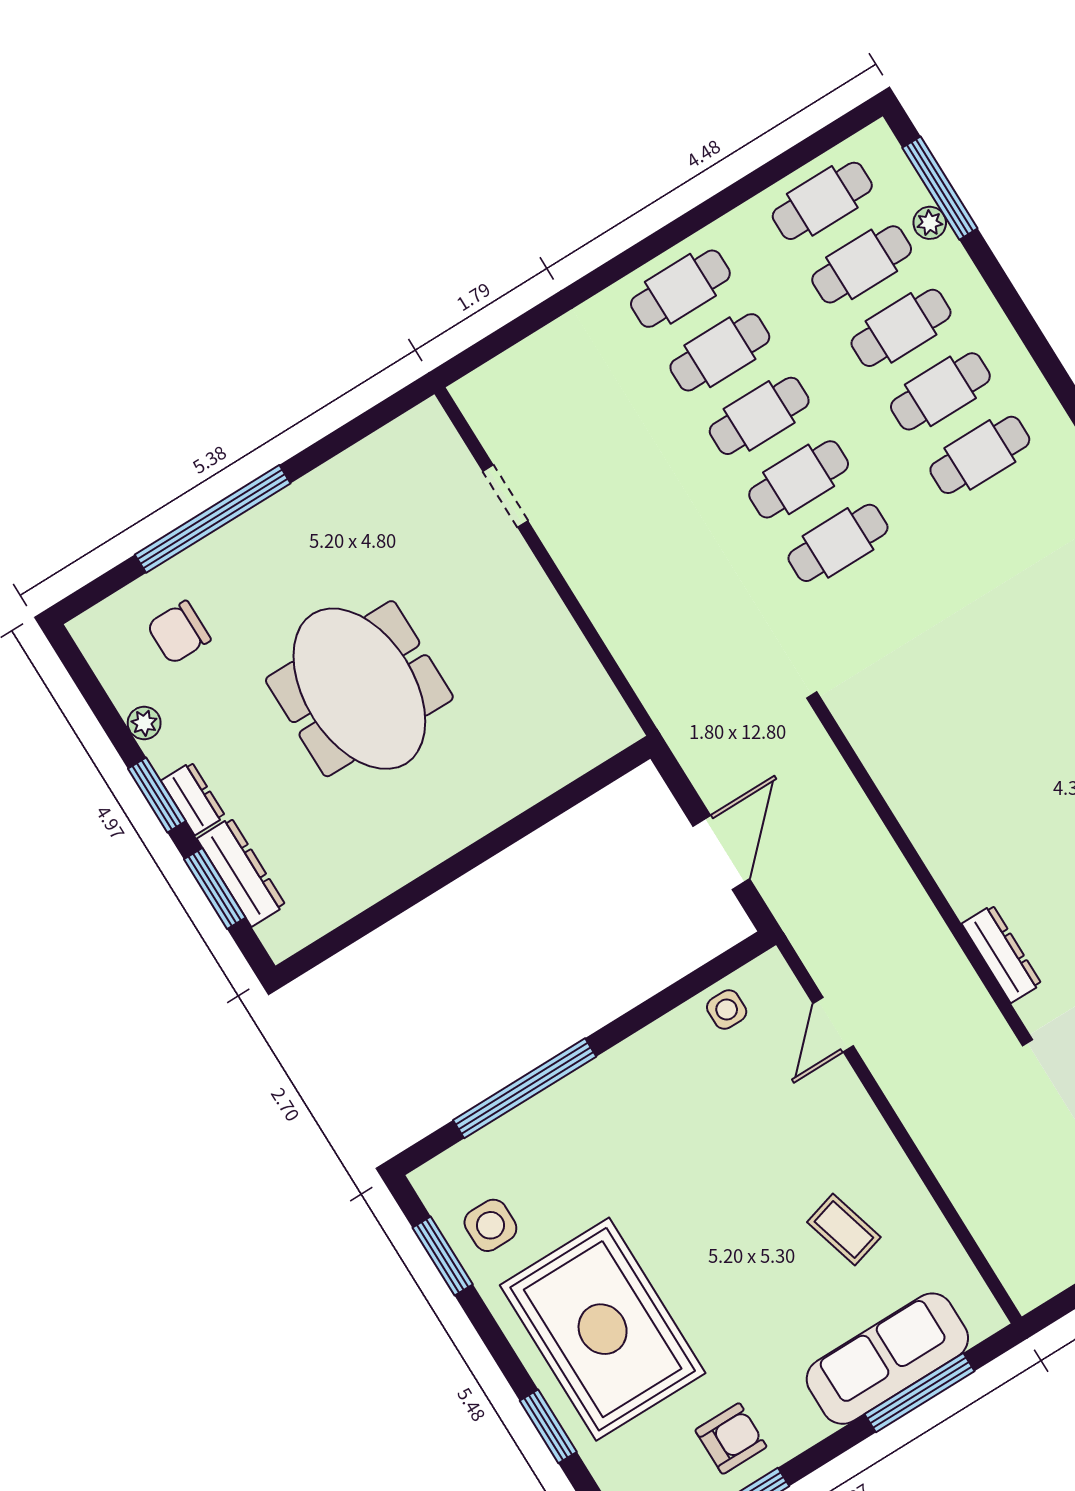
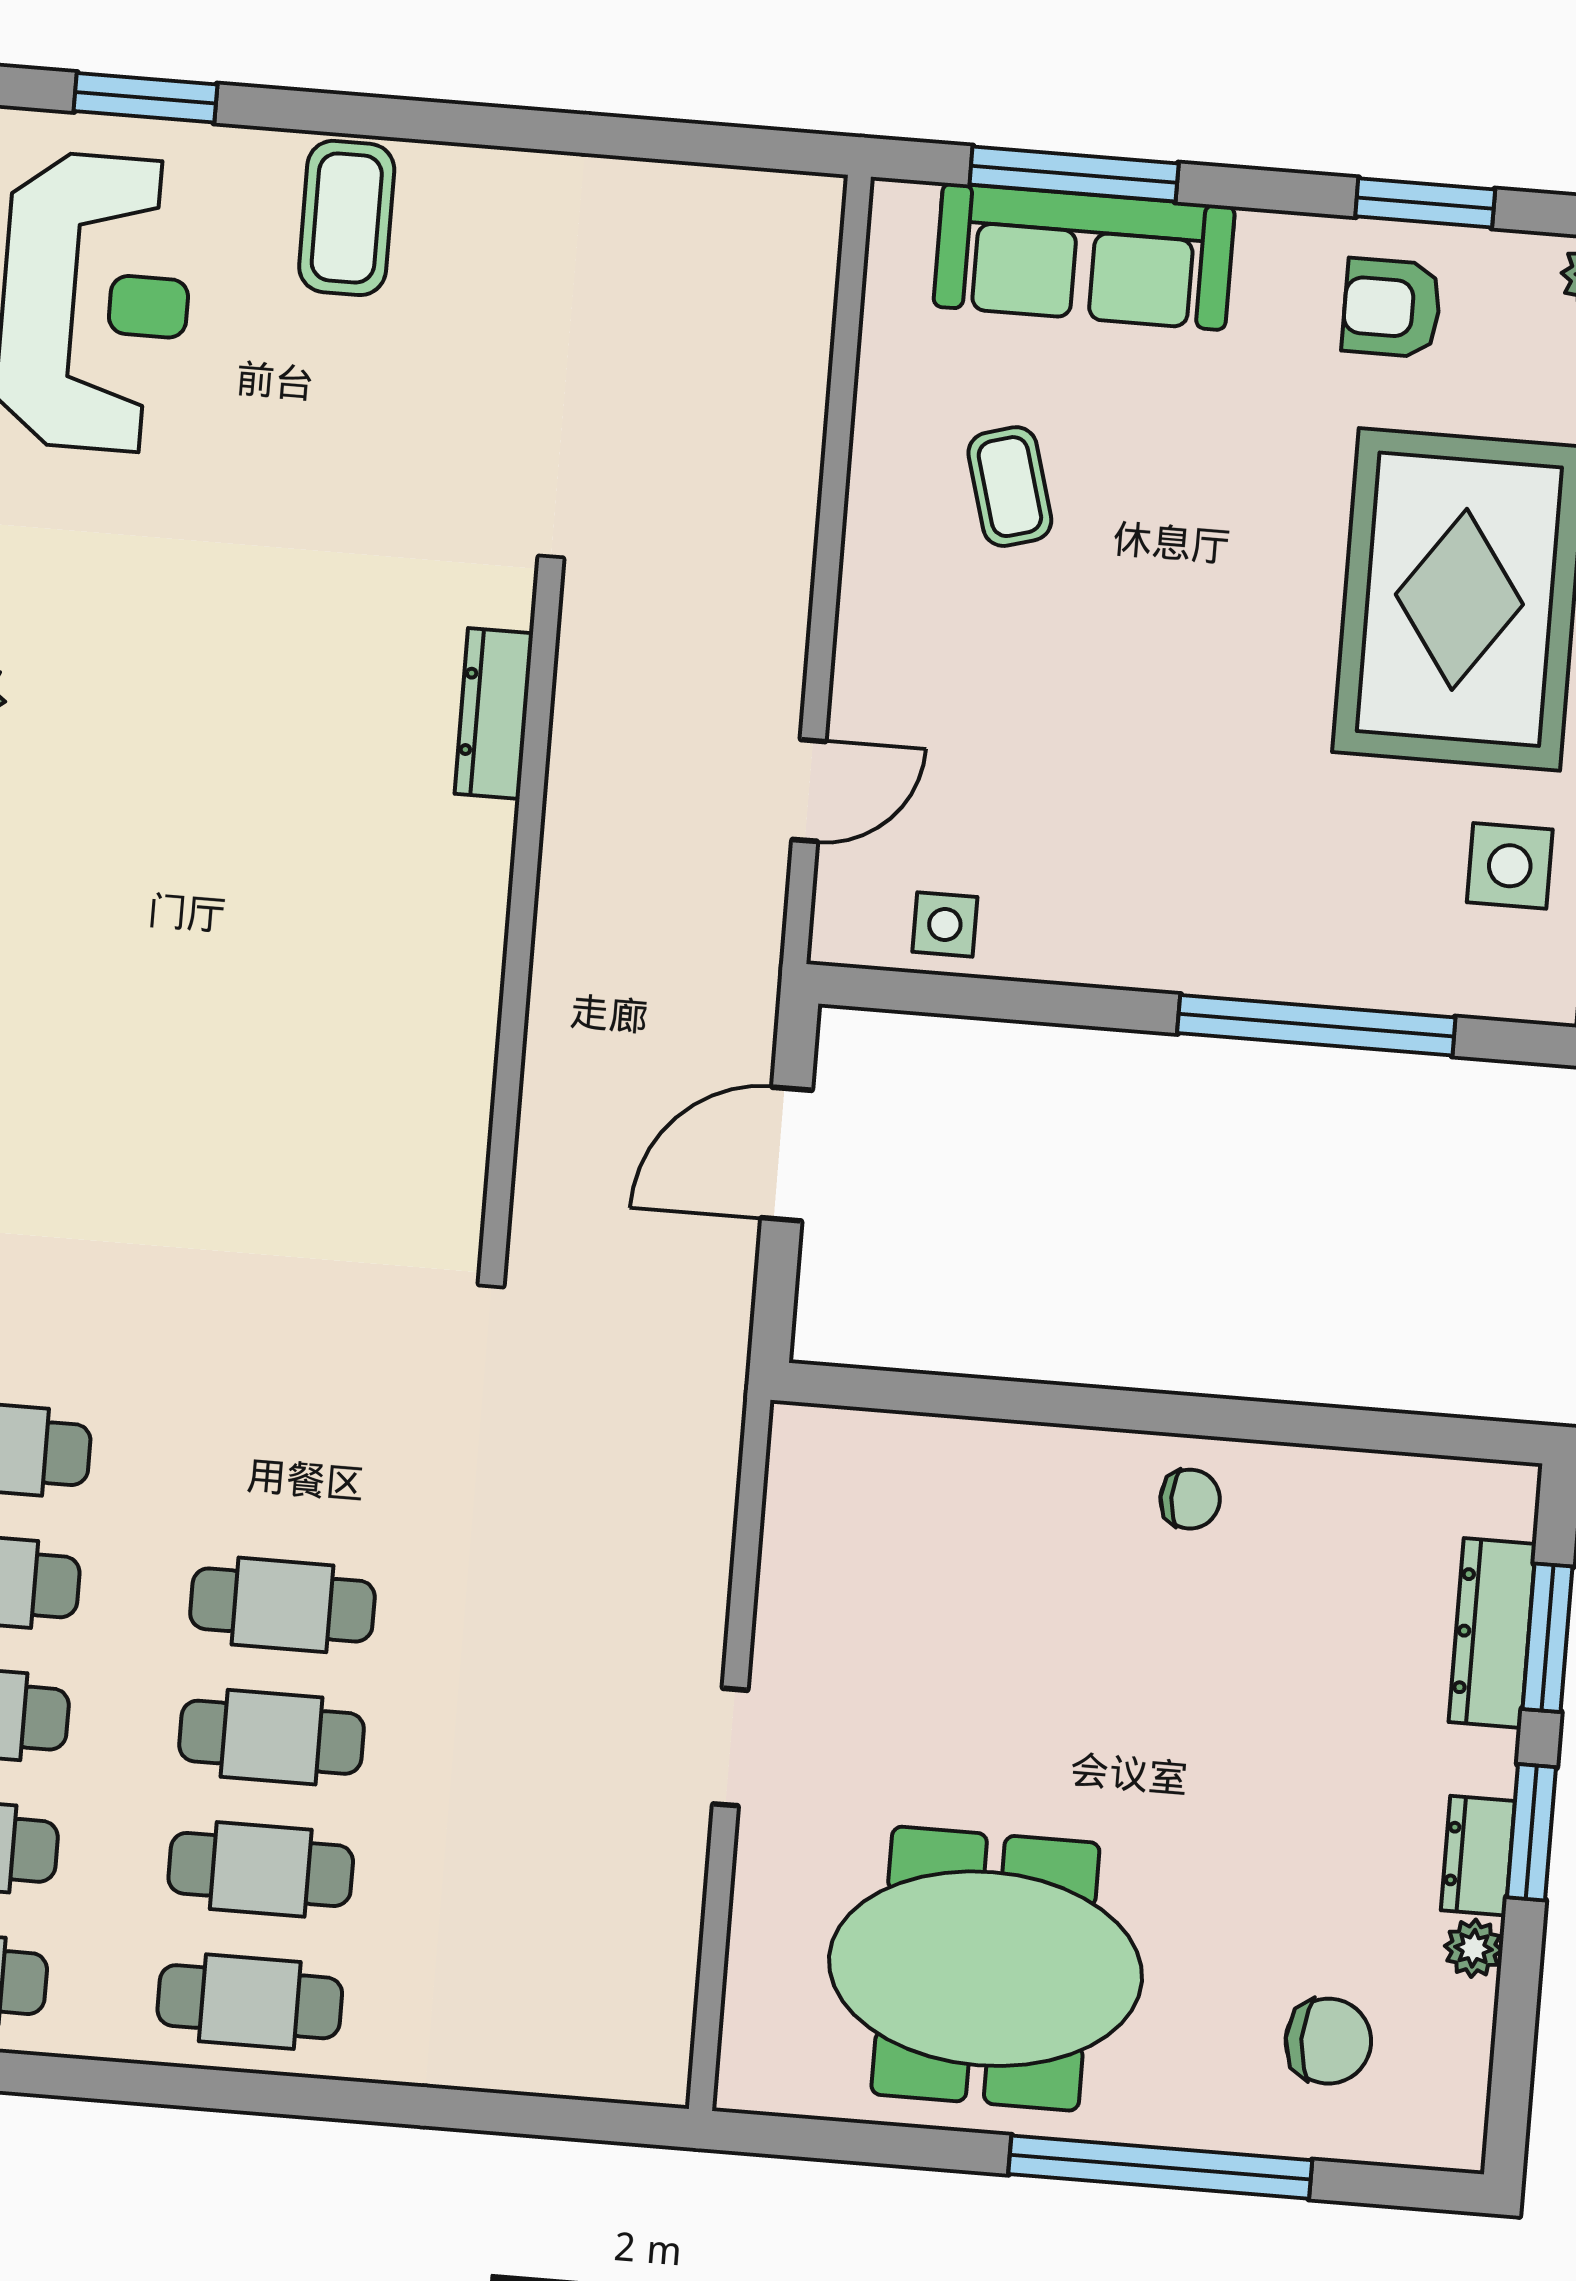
doorway: (505, 496) -> (730, 1747), moved
cafe table: (838, 543) -> (293, 1473), removed
meeting table: (359, 689) -> (985, 1969), moved, turned 90
dresser: (193, 798) -> (1478, 1856), moved
chair: (423, 831) -> (1190, 1499), added

